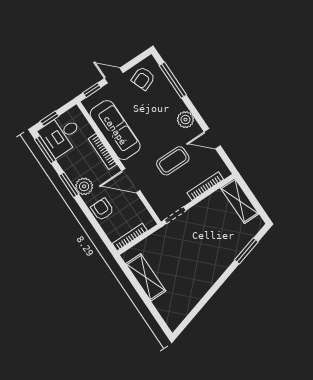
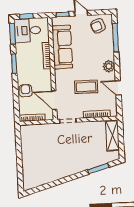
door: (131, 181) -> (54, 100), moved
plant: (84, 186) -> (23, 70), removed
shelving: (146, 277) -> (27, 148), removed

